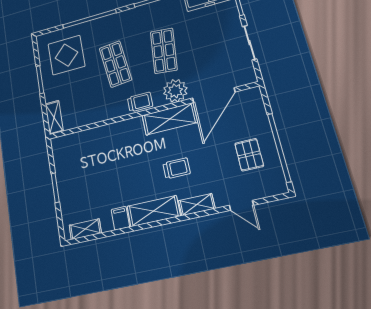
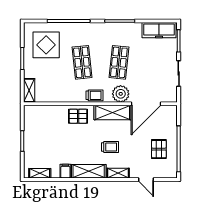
pallet: (124, 136) -> (78, 116), added

